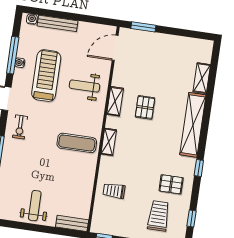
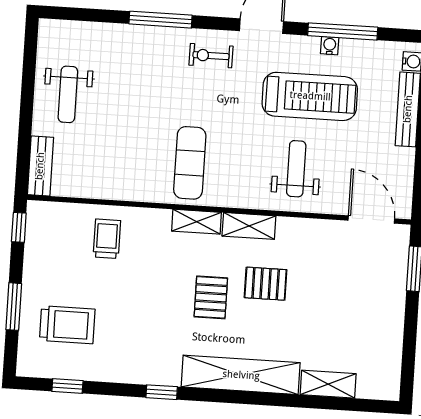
shelving: (115, 101) -> (249, 226), moved
pallet: (171, 184) -> (211, 297), moved
weight bench: (35, 206) -> (68, 94), turned 90

